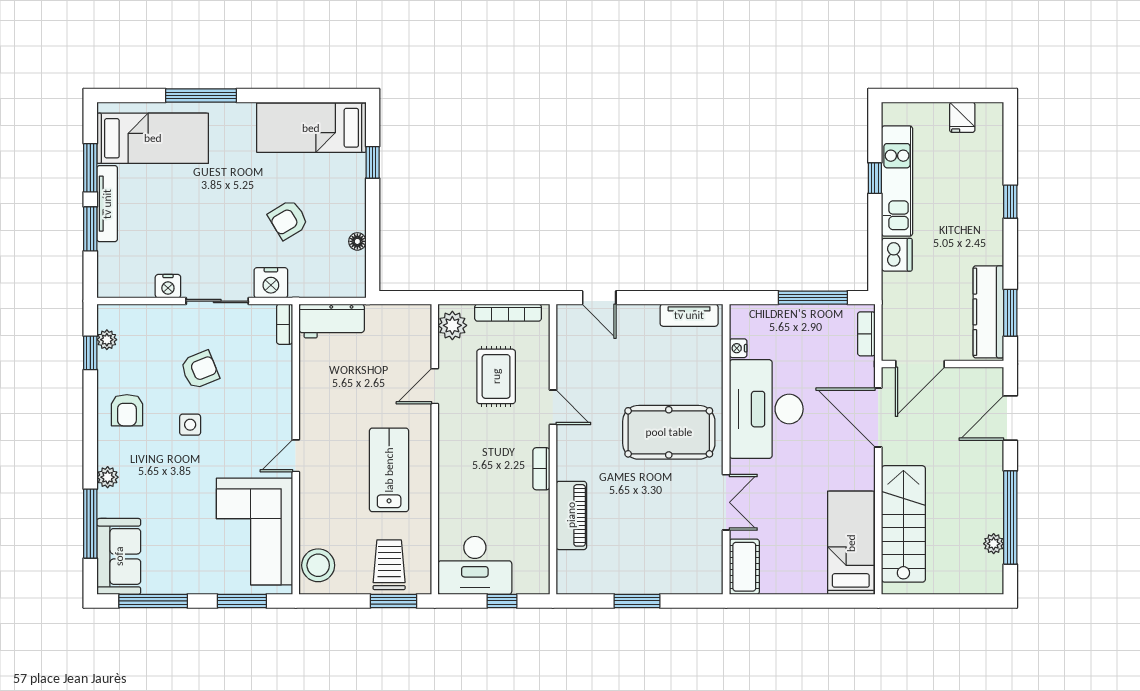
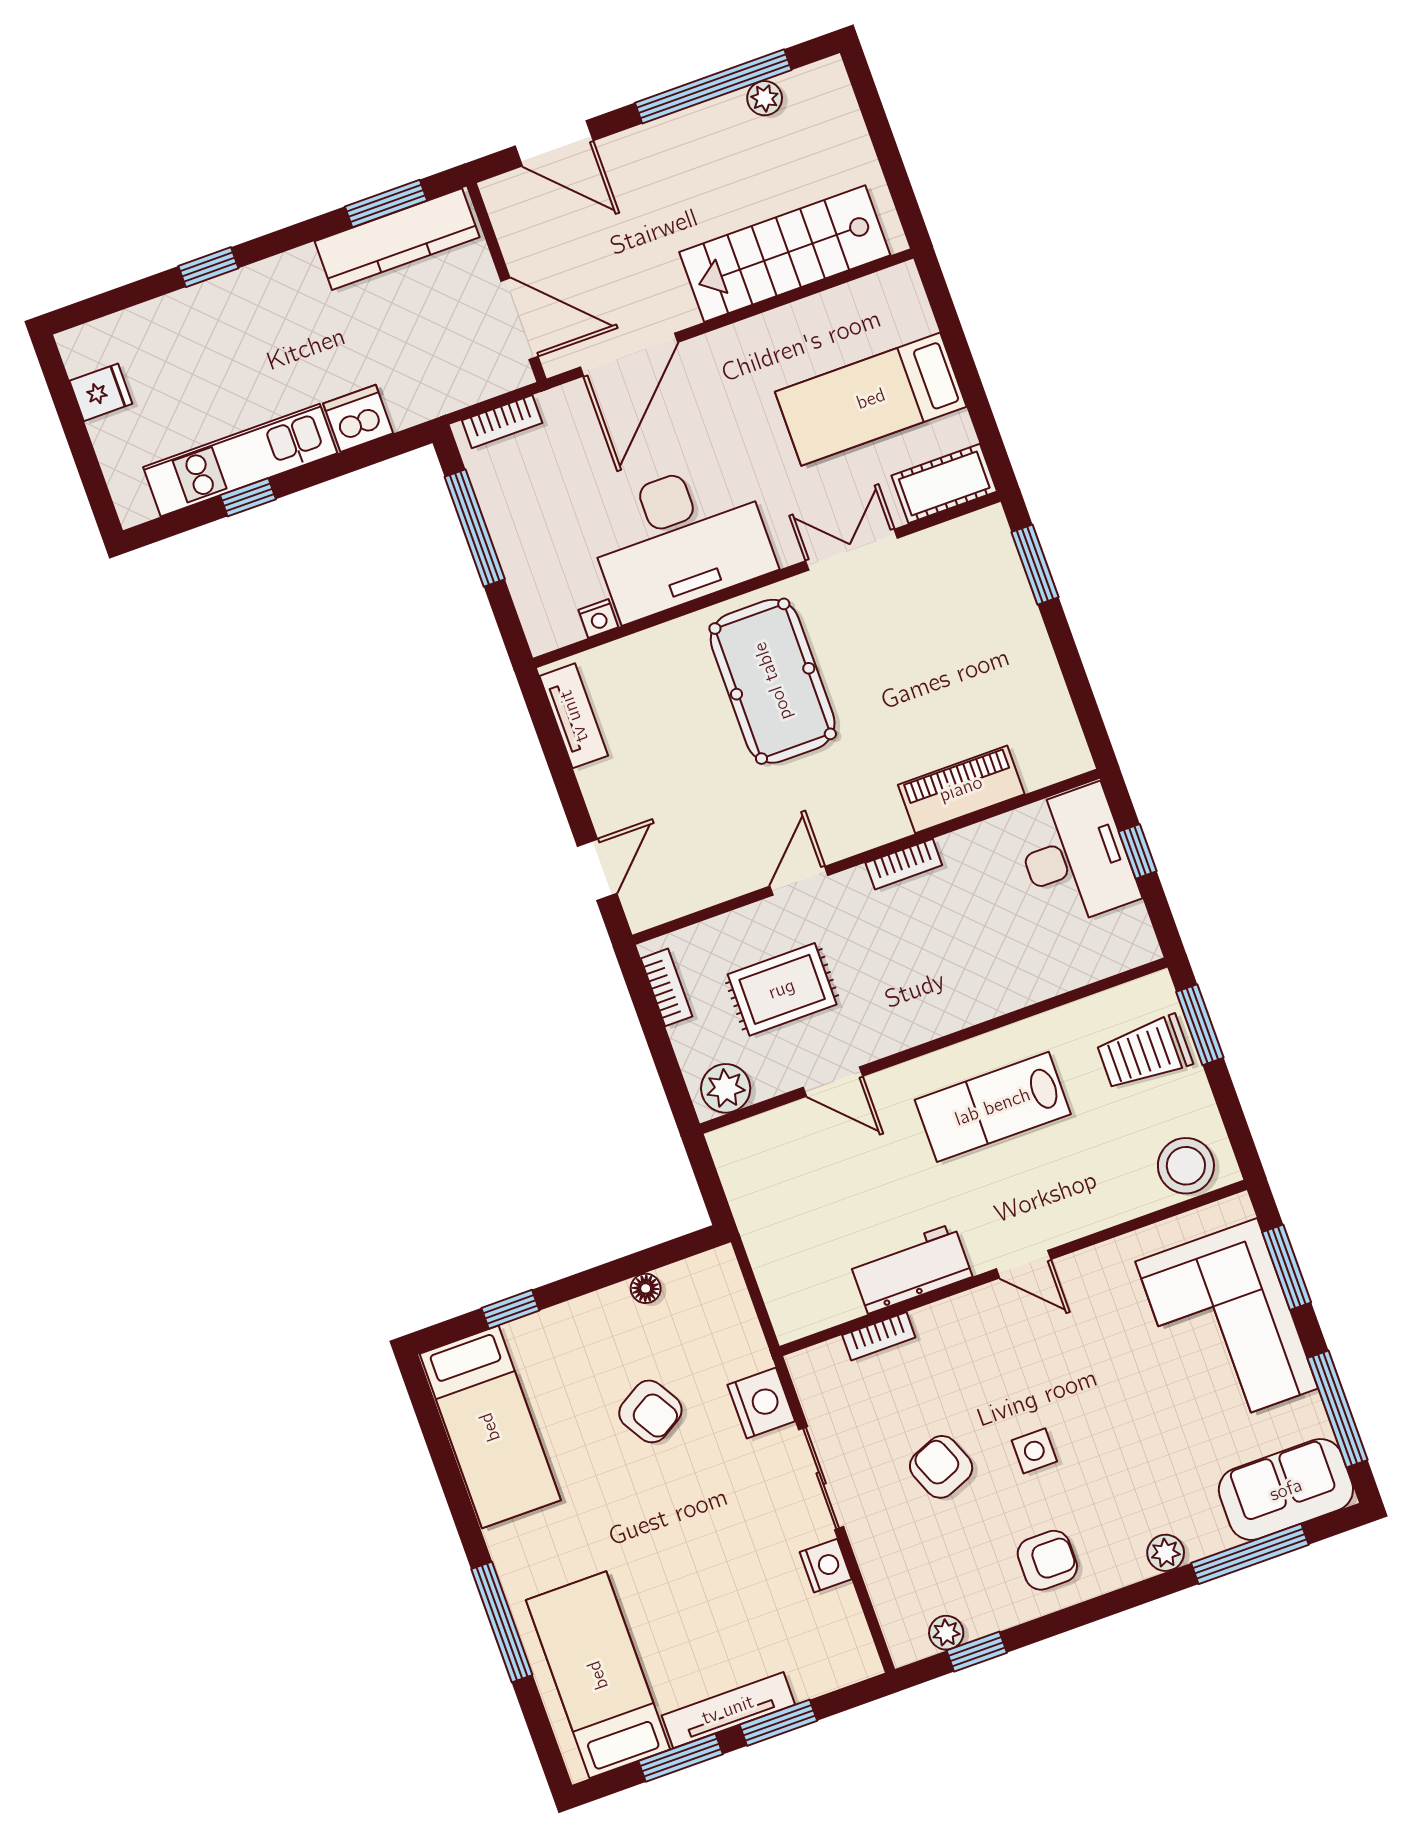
bookcase: (508, 313) -> (666, 987), width x0.64
workbench: (332, 321) -> (911, 1269), moved, turned -90
bookcase: (285, 324) -> (879, 1336), moved
corner sofa: (254, 532) -> (1227, 1325), moved, turned 90
bed: (851, 543) -> (871, 399), moved
desk: (475, 565) -> (1075, 856), moved
window: (637, 601) -> (1035, 565), moved

